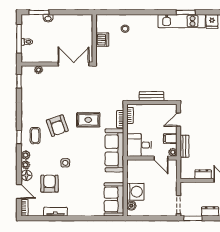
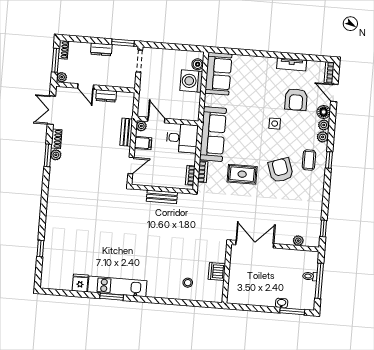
double door: (74, 64) -> (255, 244), swing flipped

